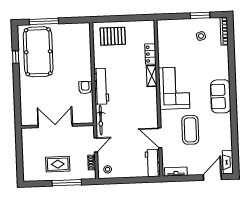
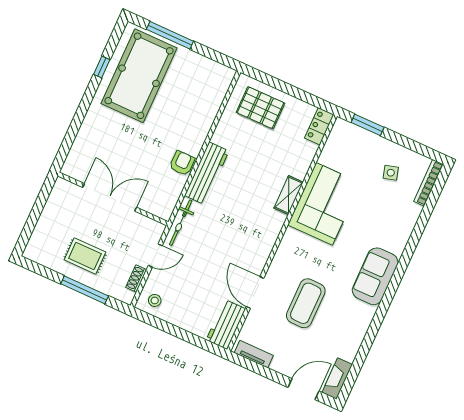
window: (200, 15) -> (368, 125), moved
locker: (150, 54) -> (319, 126), moved
corner sofa: (174, 88) -> (324, 204), moved

